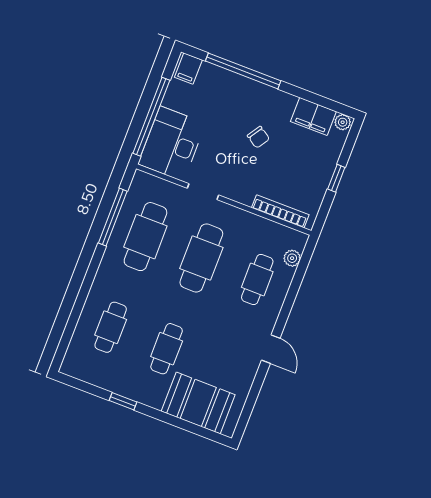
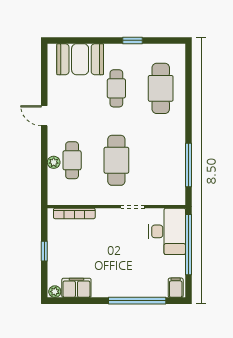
chair: (258, 137) -> (109, 259), removed
cafe table: (145, 237) -> (161, 160), removed
plant: (292, 258) -> (54, 162), moved
cafe table: (111, 327) -> (161, 88), width x1.37, depth x1.35

